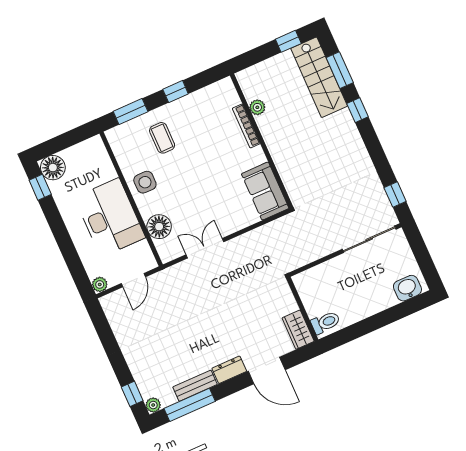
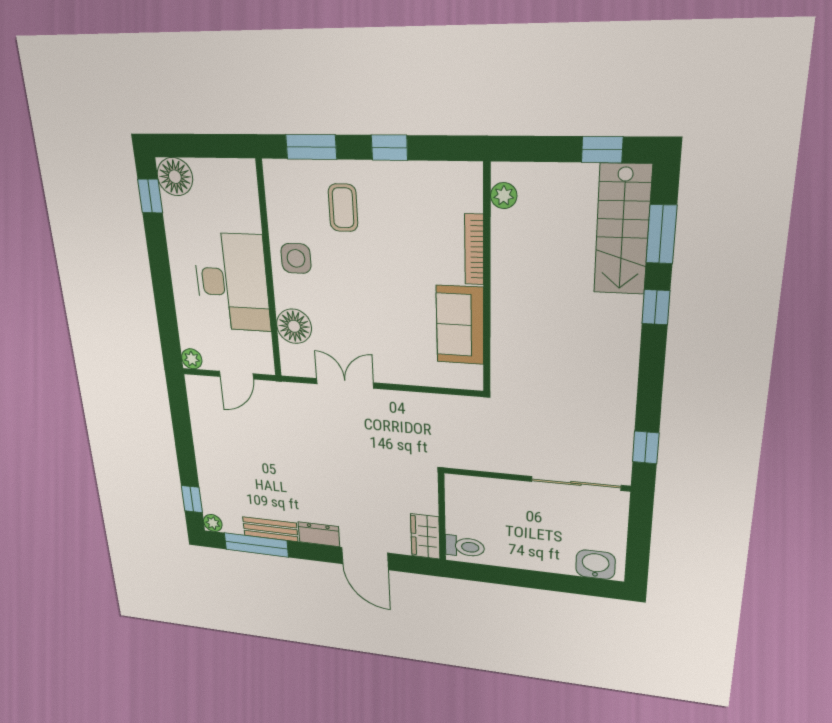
plant: (257, 107) -> (504, 196), moved
sofa: (265, 191) -> (460, 325), moved

